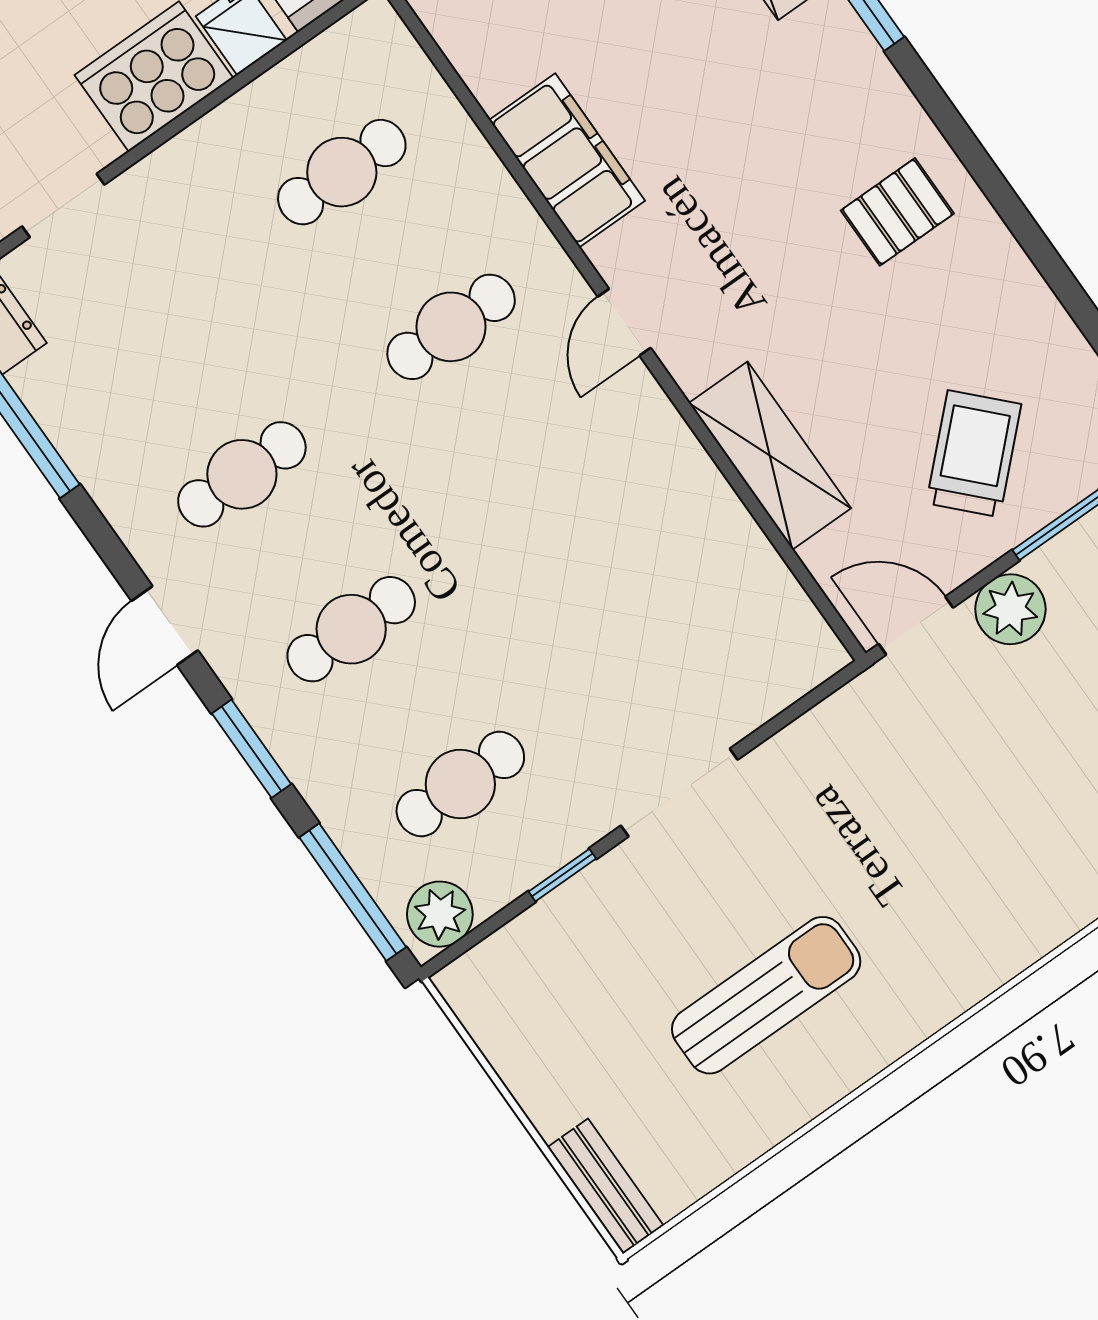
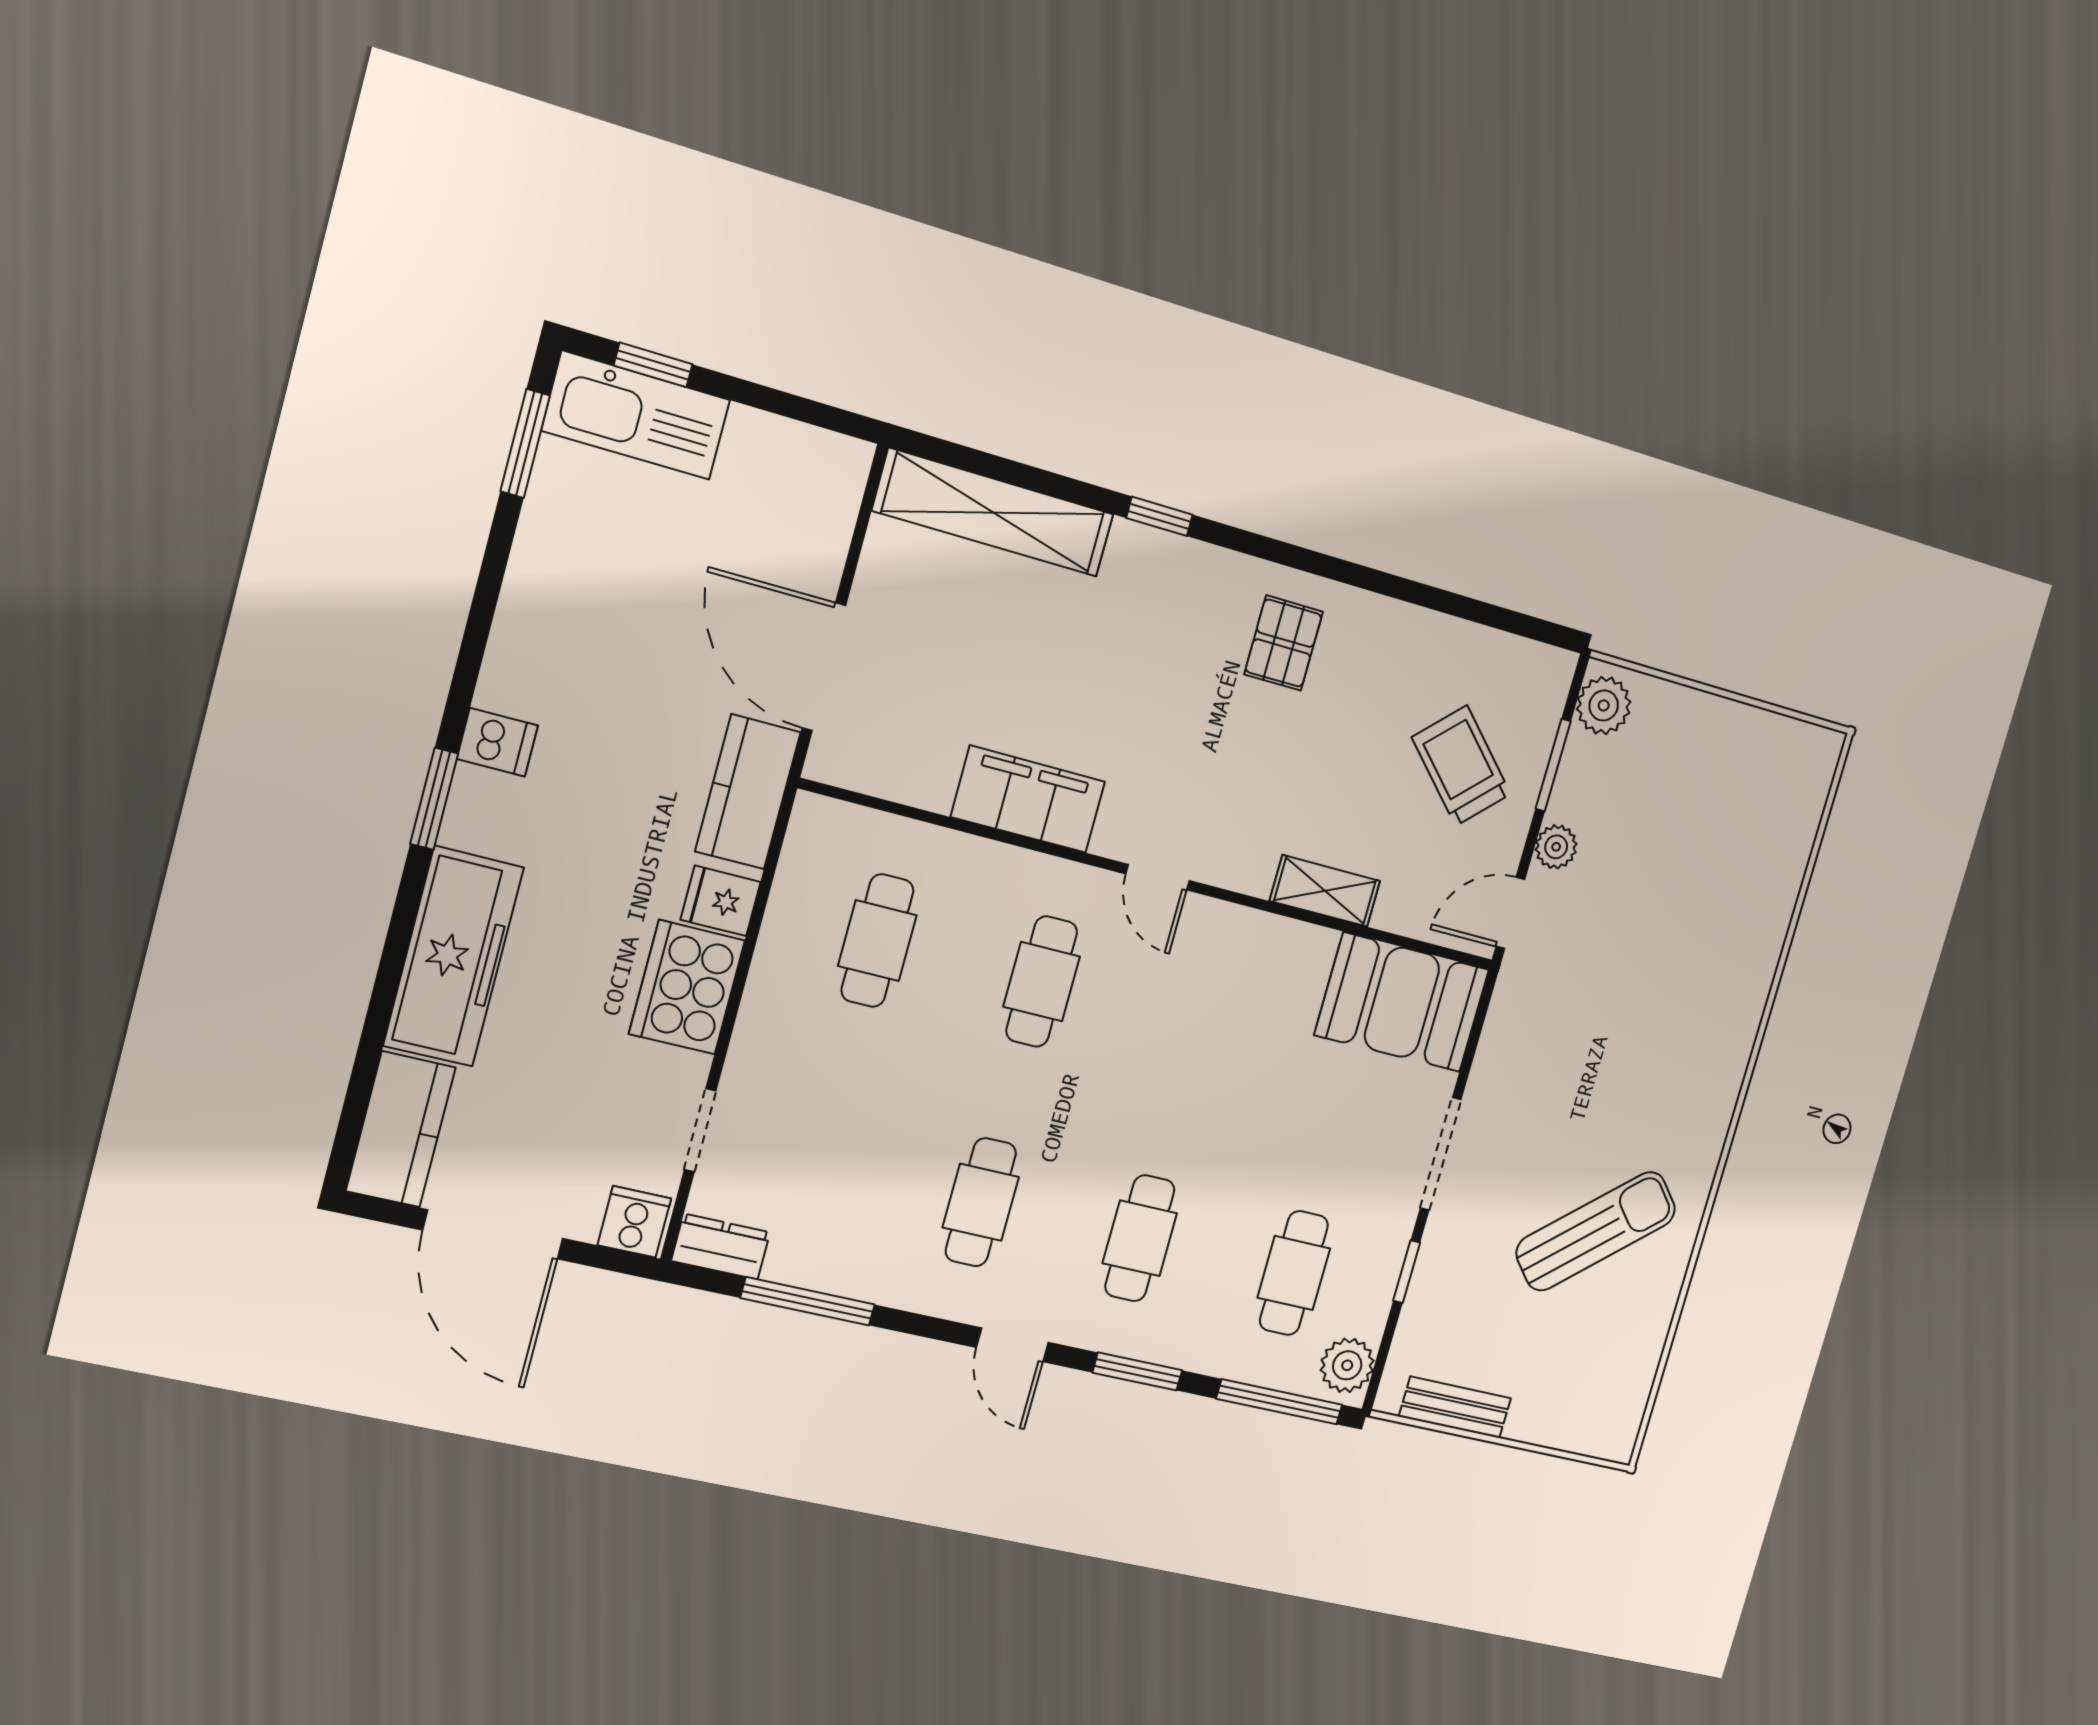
shelving: (770, 456) -> (1325, 891), width x0.67, depth x0.75
plant: (1010, 609) -> (1556, 847), width x0.73, depth x0.73
booth: (753, 621) -> (1402, 1002), added
sun lounger: (766, 995) -> (1596, 1231), turned 49
bench: (605, 1186) -> (1455, 1407), moved

